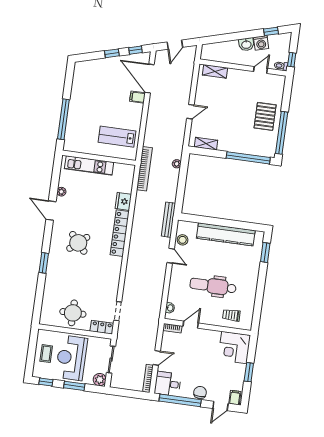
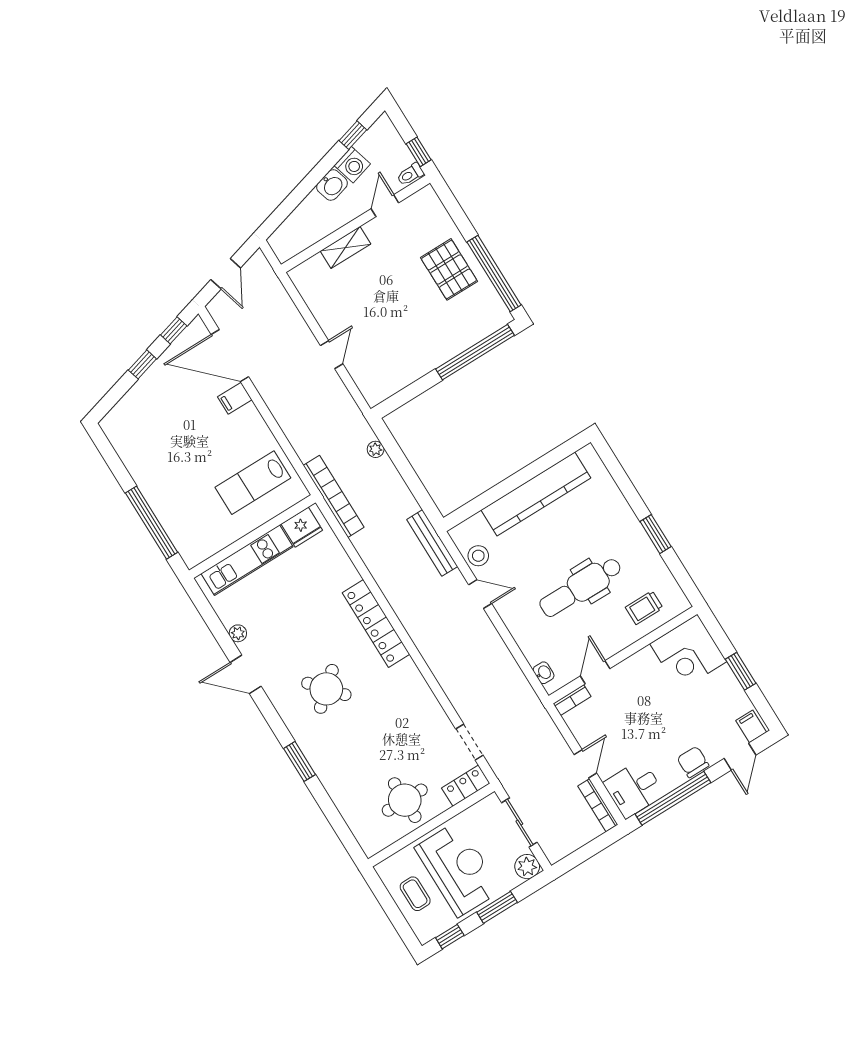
shelving: (215, 71) -> (345, 248), moved
shelving: (206, 144) -> (394, 383), removed
fridge: (123, 201) -> (302, 527), moved, turned -90
window: (265, 253) -> (656, 534), moved
reception desk: (71, 358) -> (458, 869), turned 180

